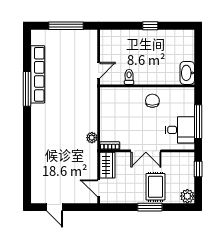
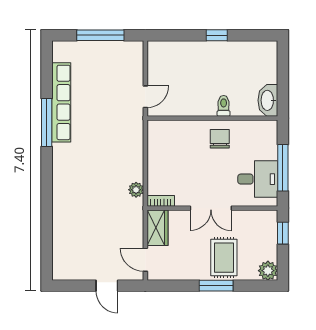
toilet: (129, 77) -> (224, 106), moved
door: (55, 207) -> (107, 286), moved

